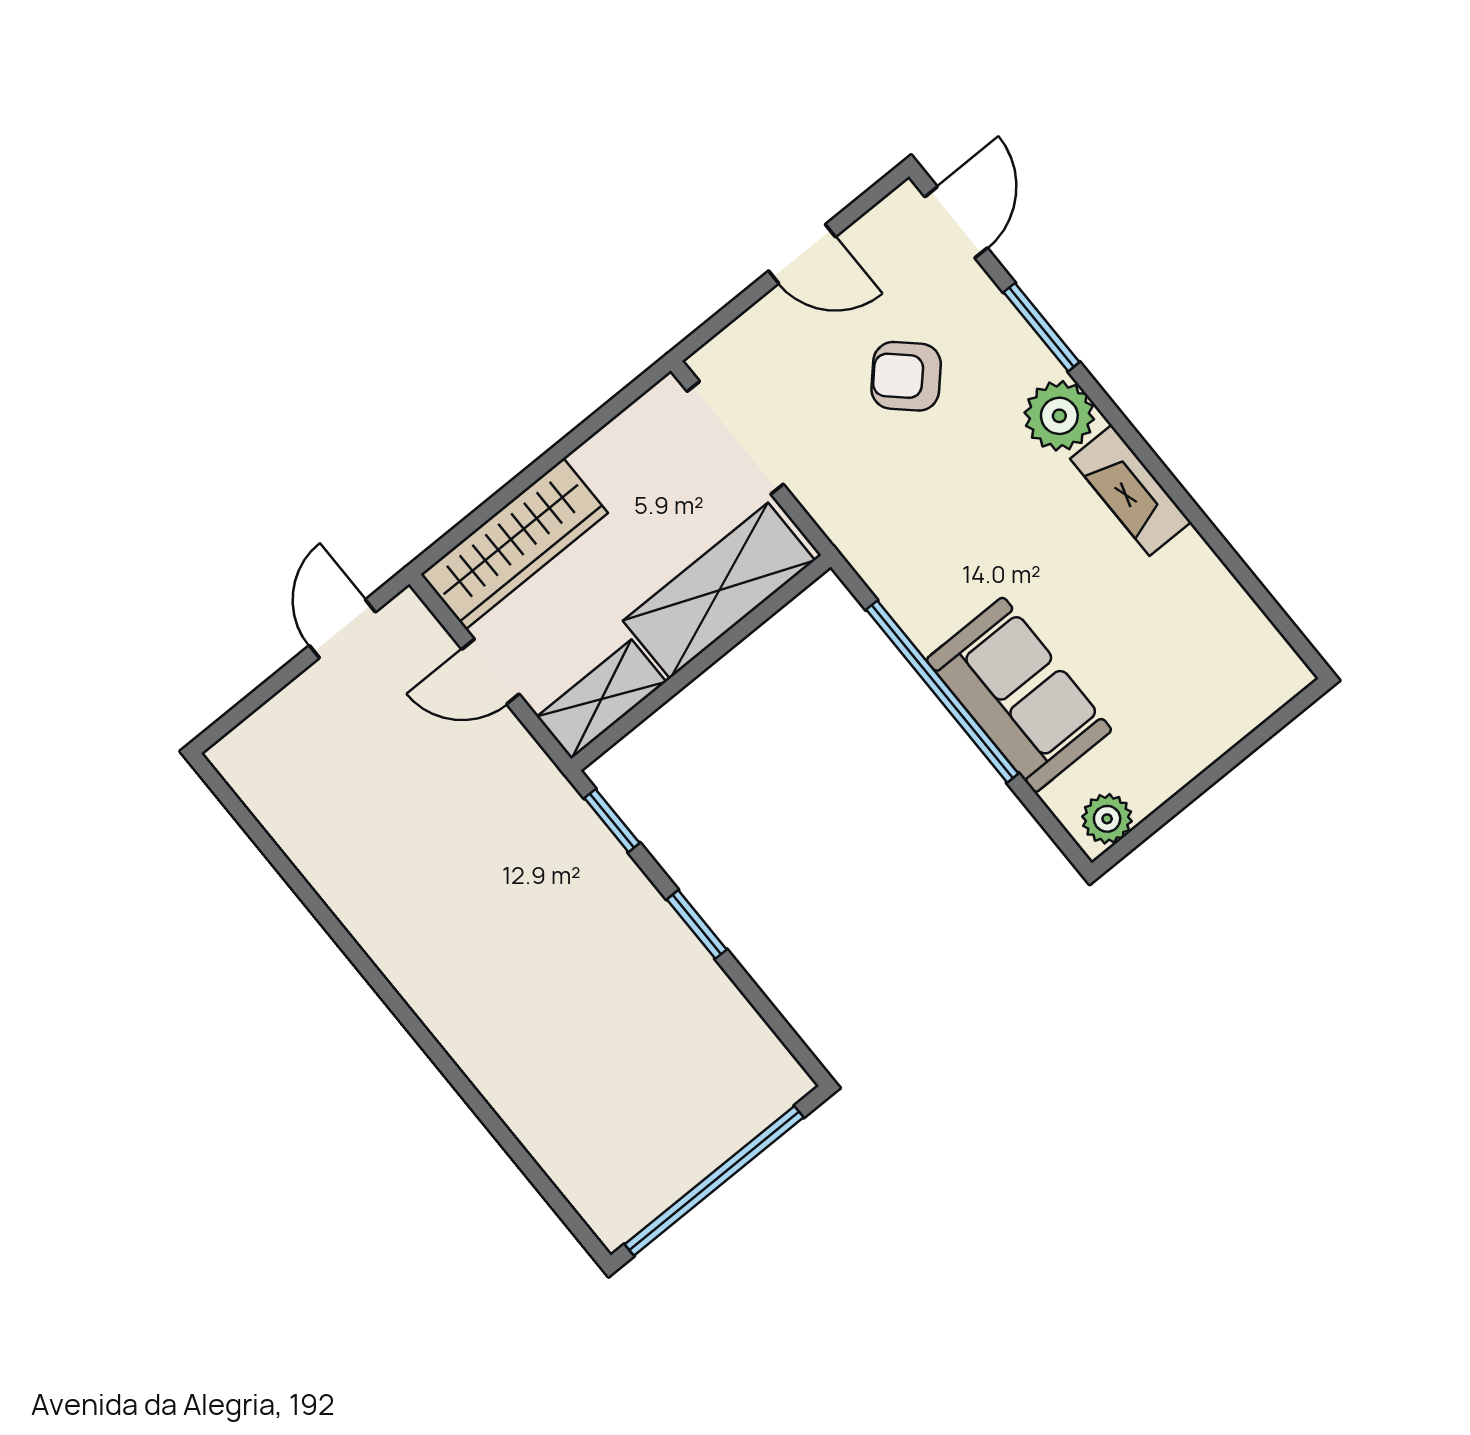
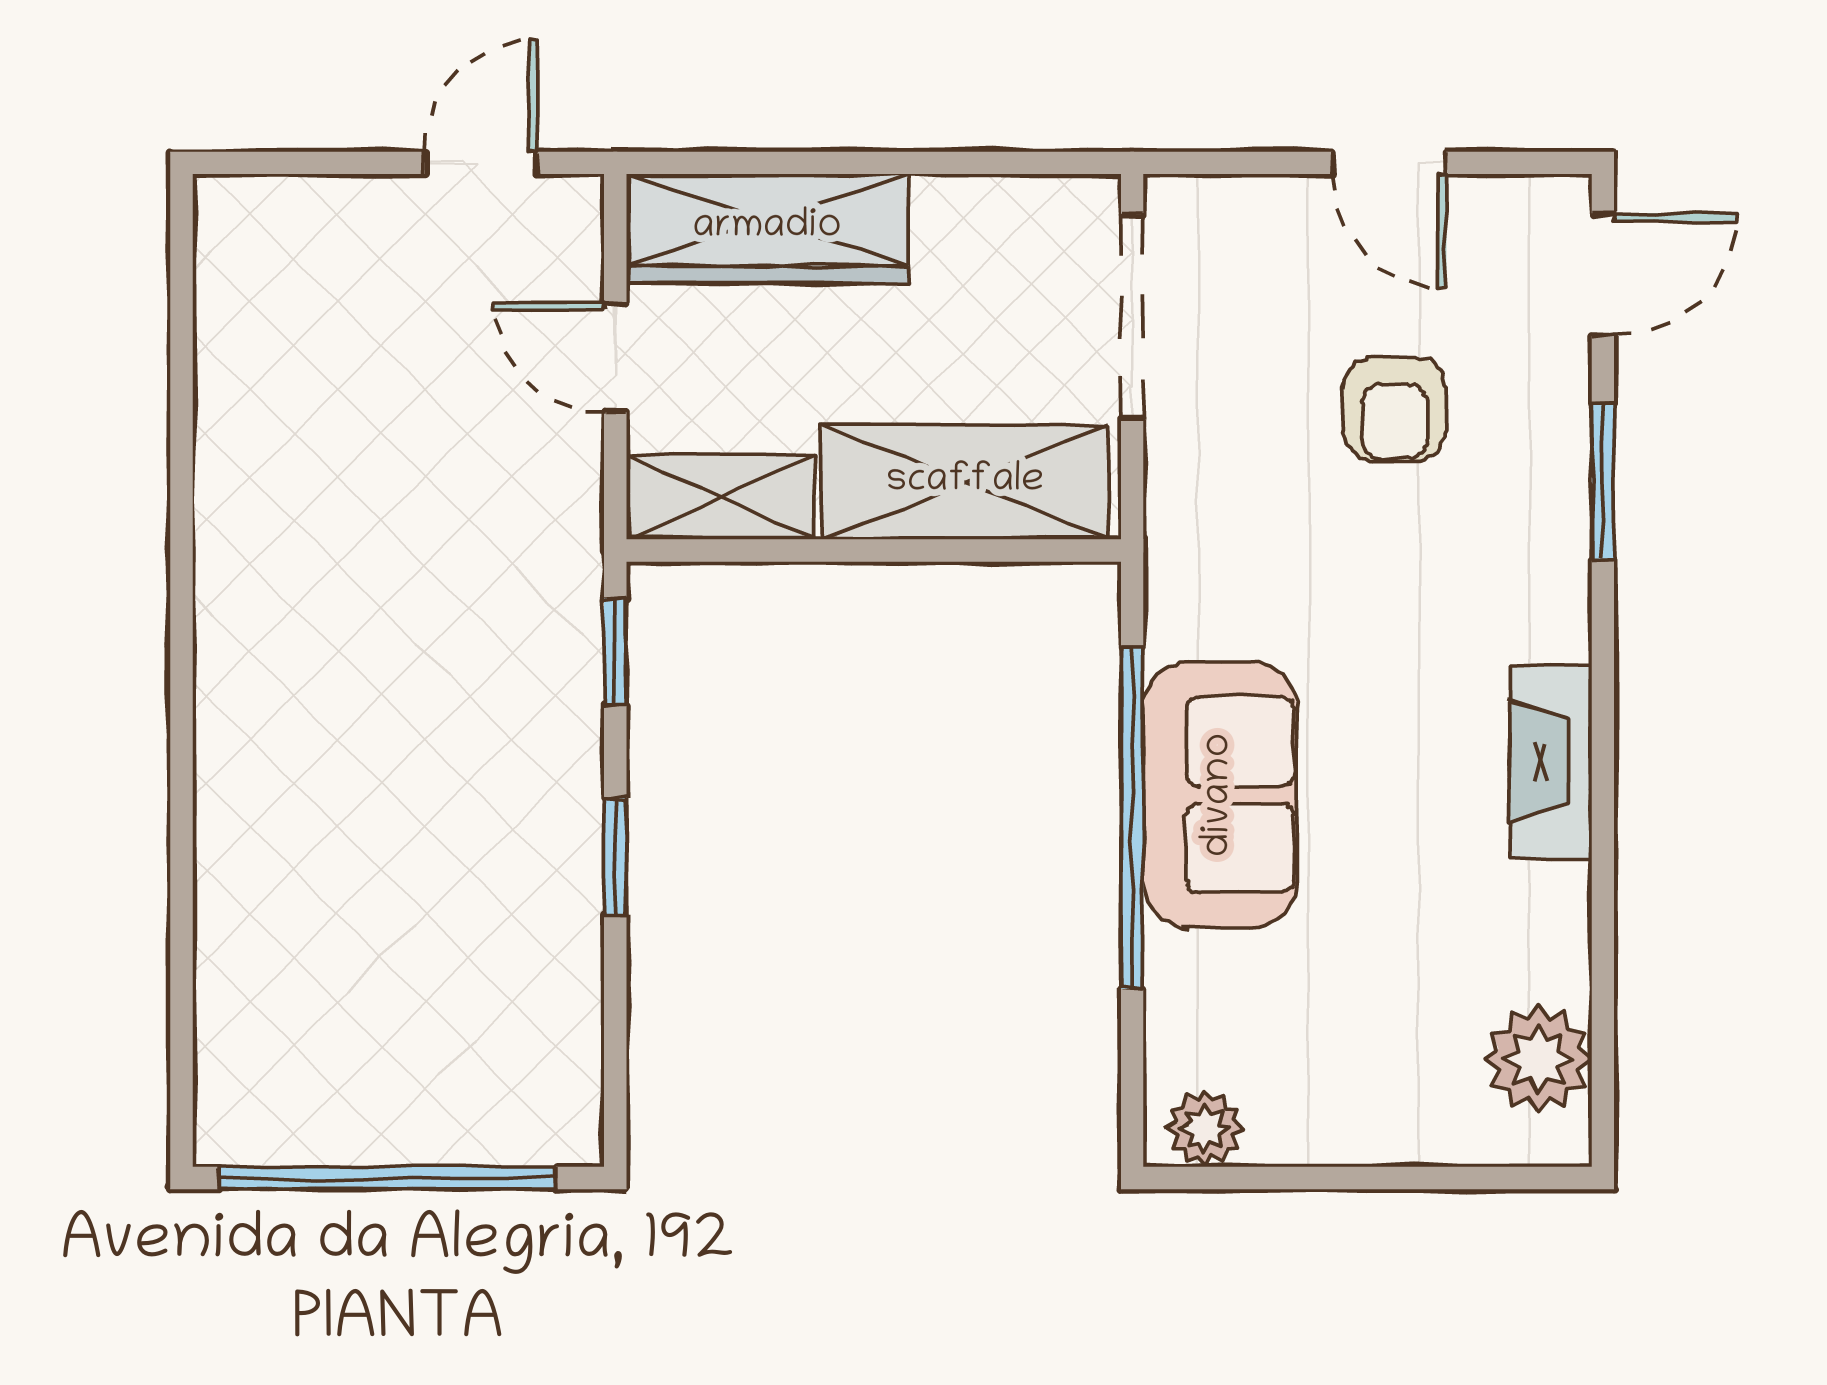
armchair: (906, 376) -> (1394, 409), turned -133
plant: (1059, 416) -> (1538, 1059), moved
sofa: (1019, 695) -> (1220, 795), moved

